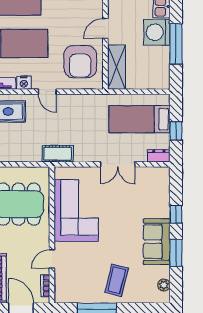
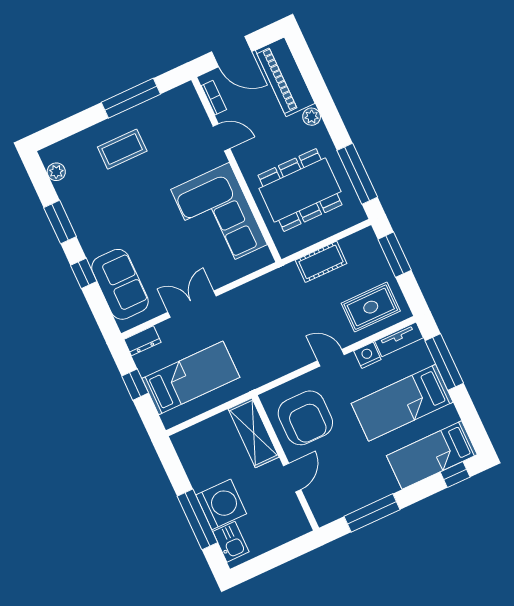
window: (176, 44) -> (197, 519), moved
armchair: (80, 62) -> (305, 418), turned 180
cot: (58, 154) -> (321, 262), moved
sofa: (157, 242) -> (120, 284), moved
door: (52, 259) -> (221, 137), hinge flipped
coffee table: (117, 280) -> (122, 149), turned 76

